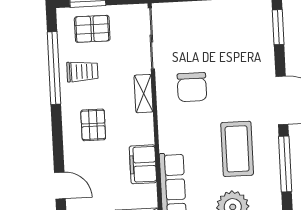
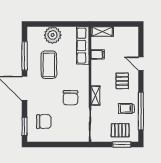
chair: (241, 38) -> (44, 122), added
chair: (192, 87) -> (70, 98), turned 180
filing cabinet: (143, 164) -> (98, 54), width x0.50
door: (60, 186) -> (141, 64), moved

